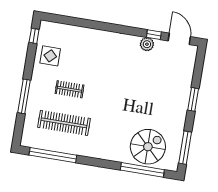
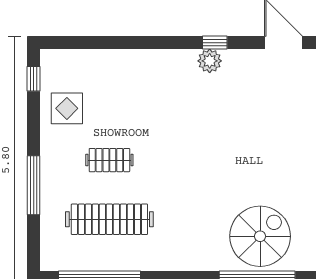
window: (154, 35) -> (215, 43), moved
plant: (147, 44) -> (210, 61), moved

